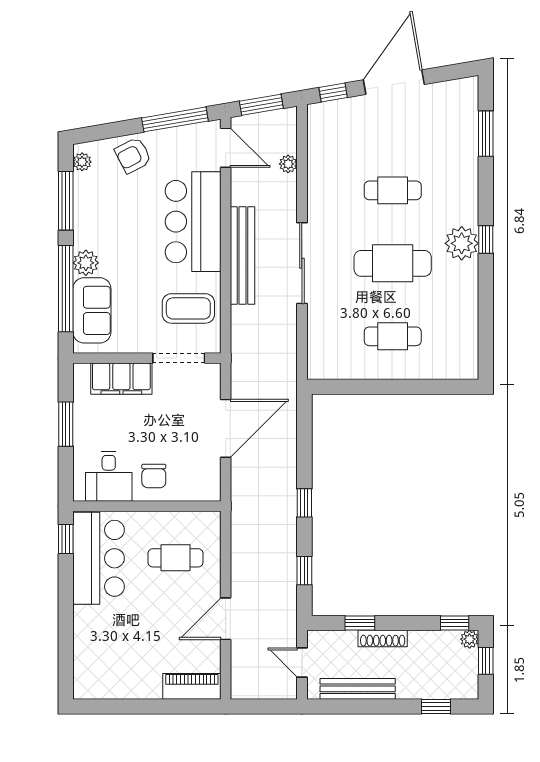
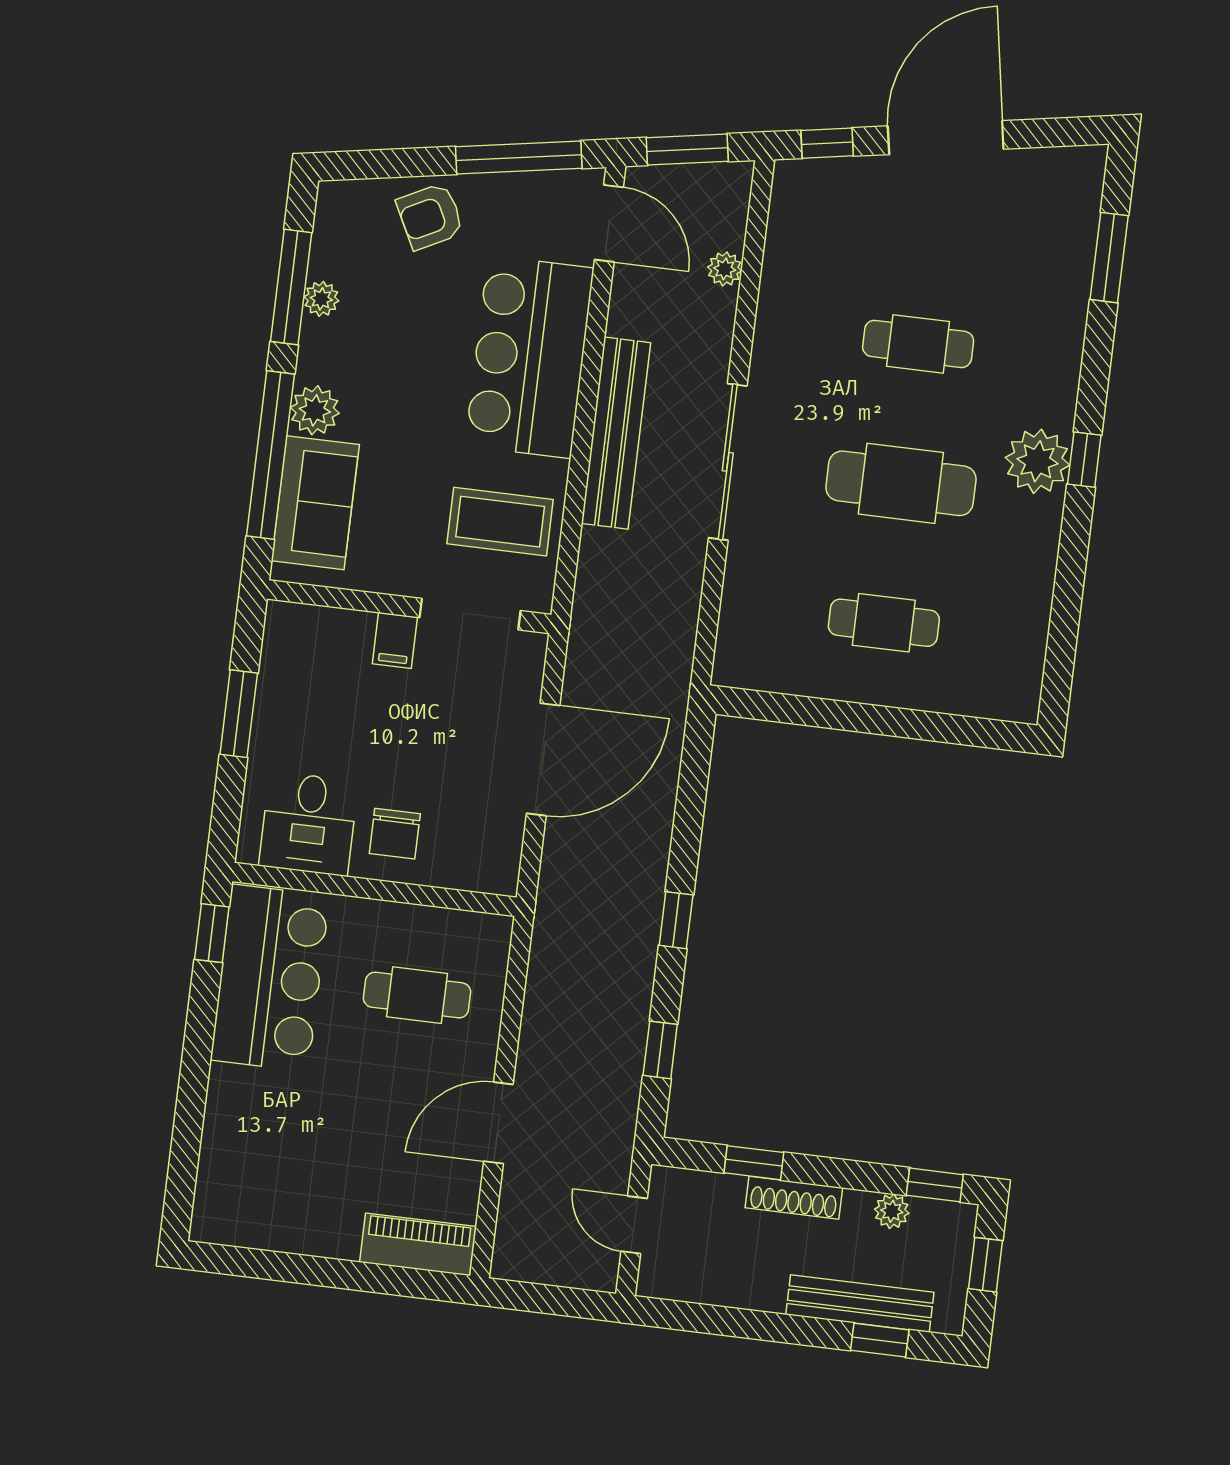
plant: (82, 162) -> (321, 299), moved
filing cabinet: (121, 379) -> (395, 640), width x0.33, depth x0.86
plant: (469, 639) -> (892, 1211), moved
bench: (358, 689) -> (860, 1303), moved

